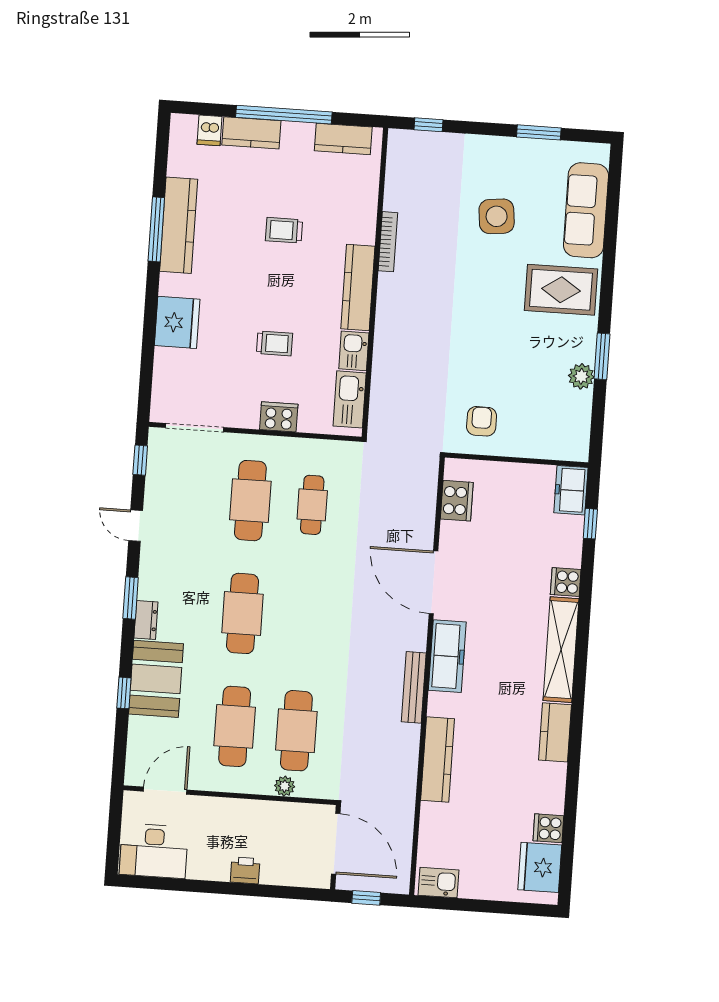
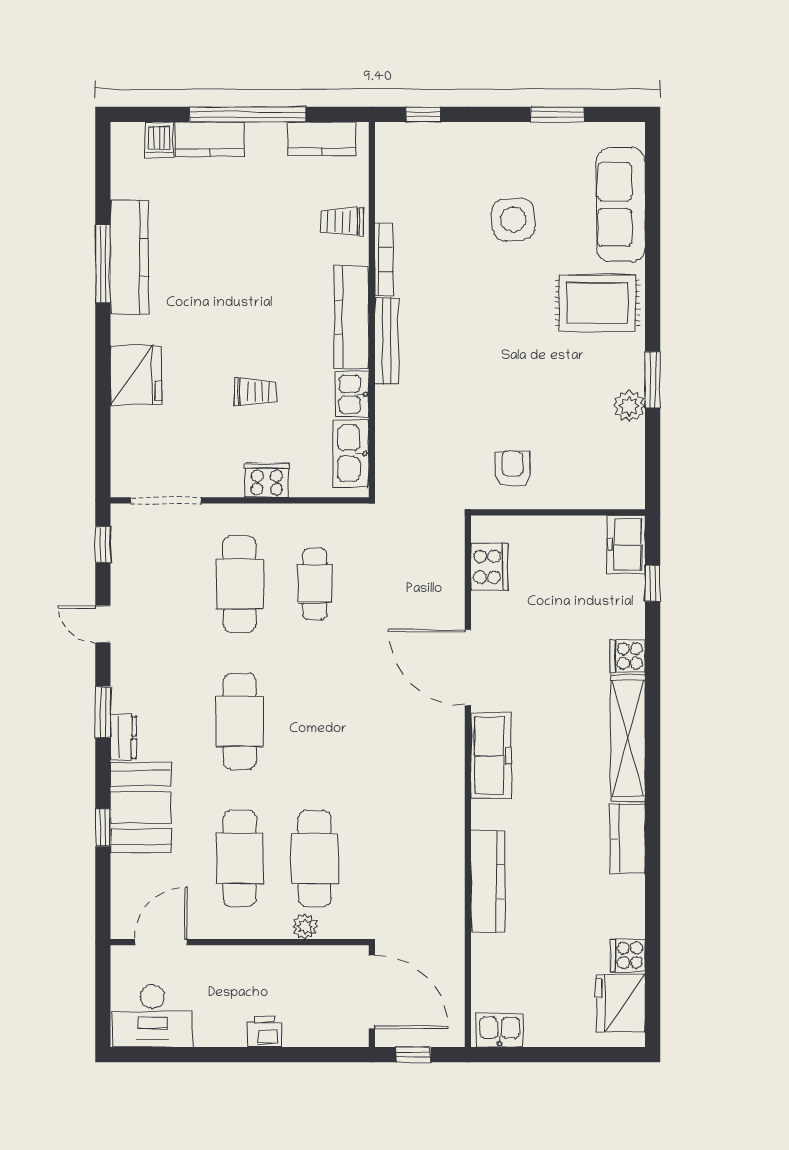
trolley: (284, 230) -> (342, 222), moved
bench: (414, 687) -> (387, 341), moved

